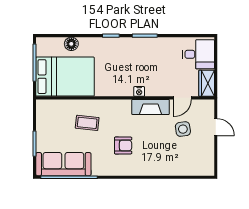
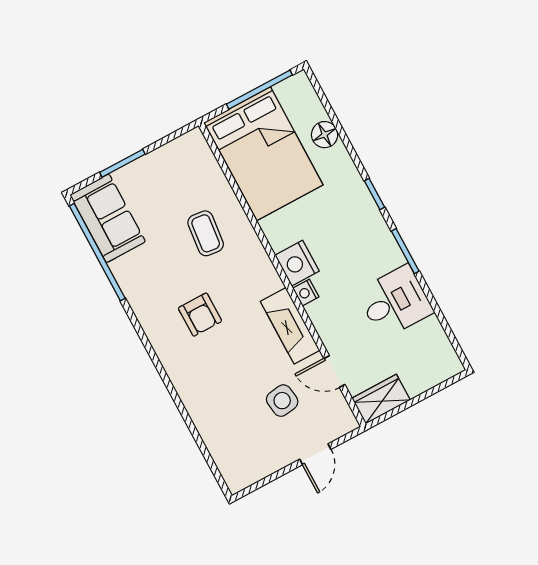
desk: (198, 54) -> (395, 302), moved, turned -90
nightstand: (124, 88) -> (297, 263), added
sofa: (63, 164) -> (108, 218), width x0.73

